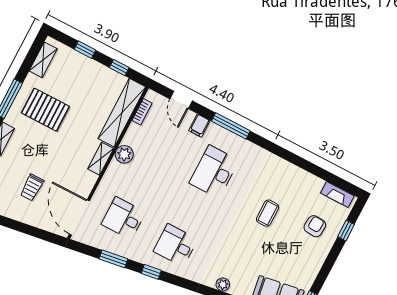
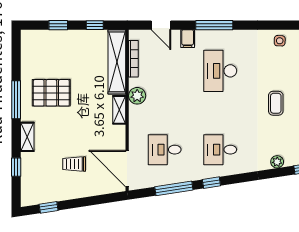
shelving: (43, 60) -> (28, 52), removed
bookcase: (142, 112) -> (133, 59), width x1.56
side table: (284, 173) -> (280, 41), added
trolley: (32, 187) -> (74, 164), turned 90
coffee table: (268, 213) -> (276, 103), moved
window: (113, 259) -> (174, 188), width x1.44

